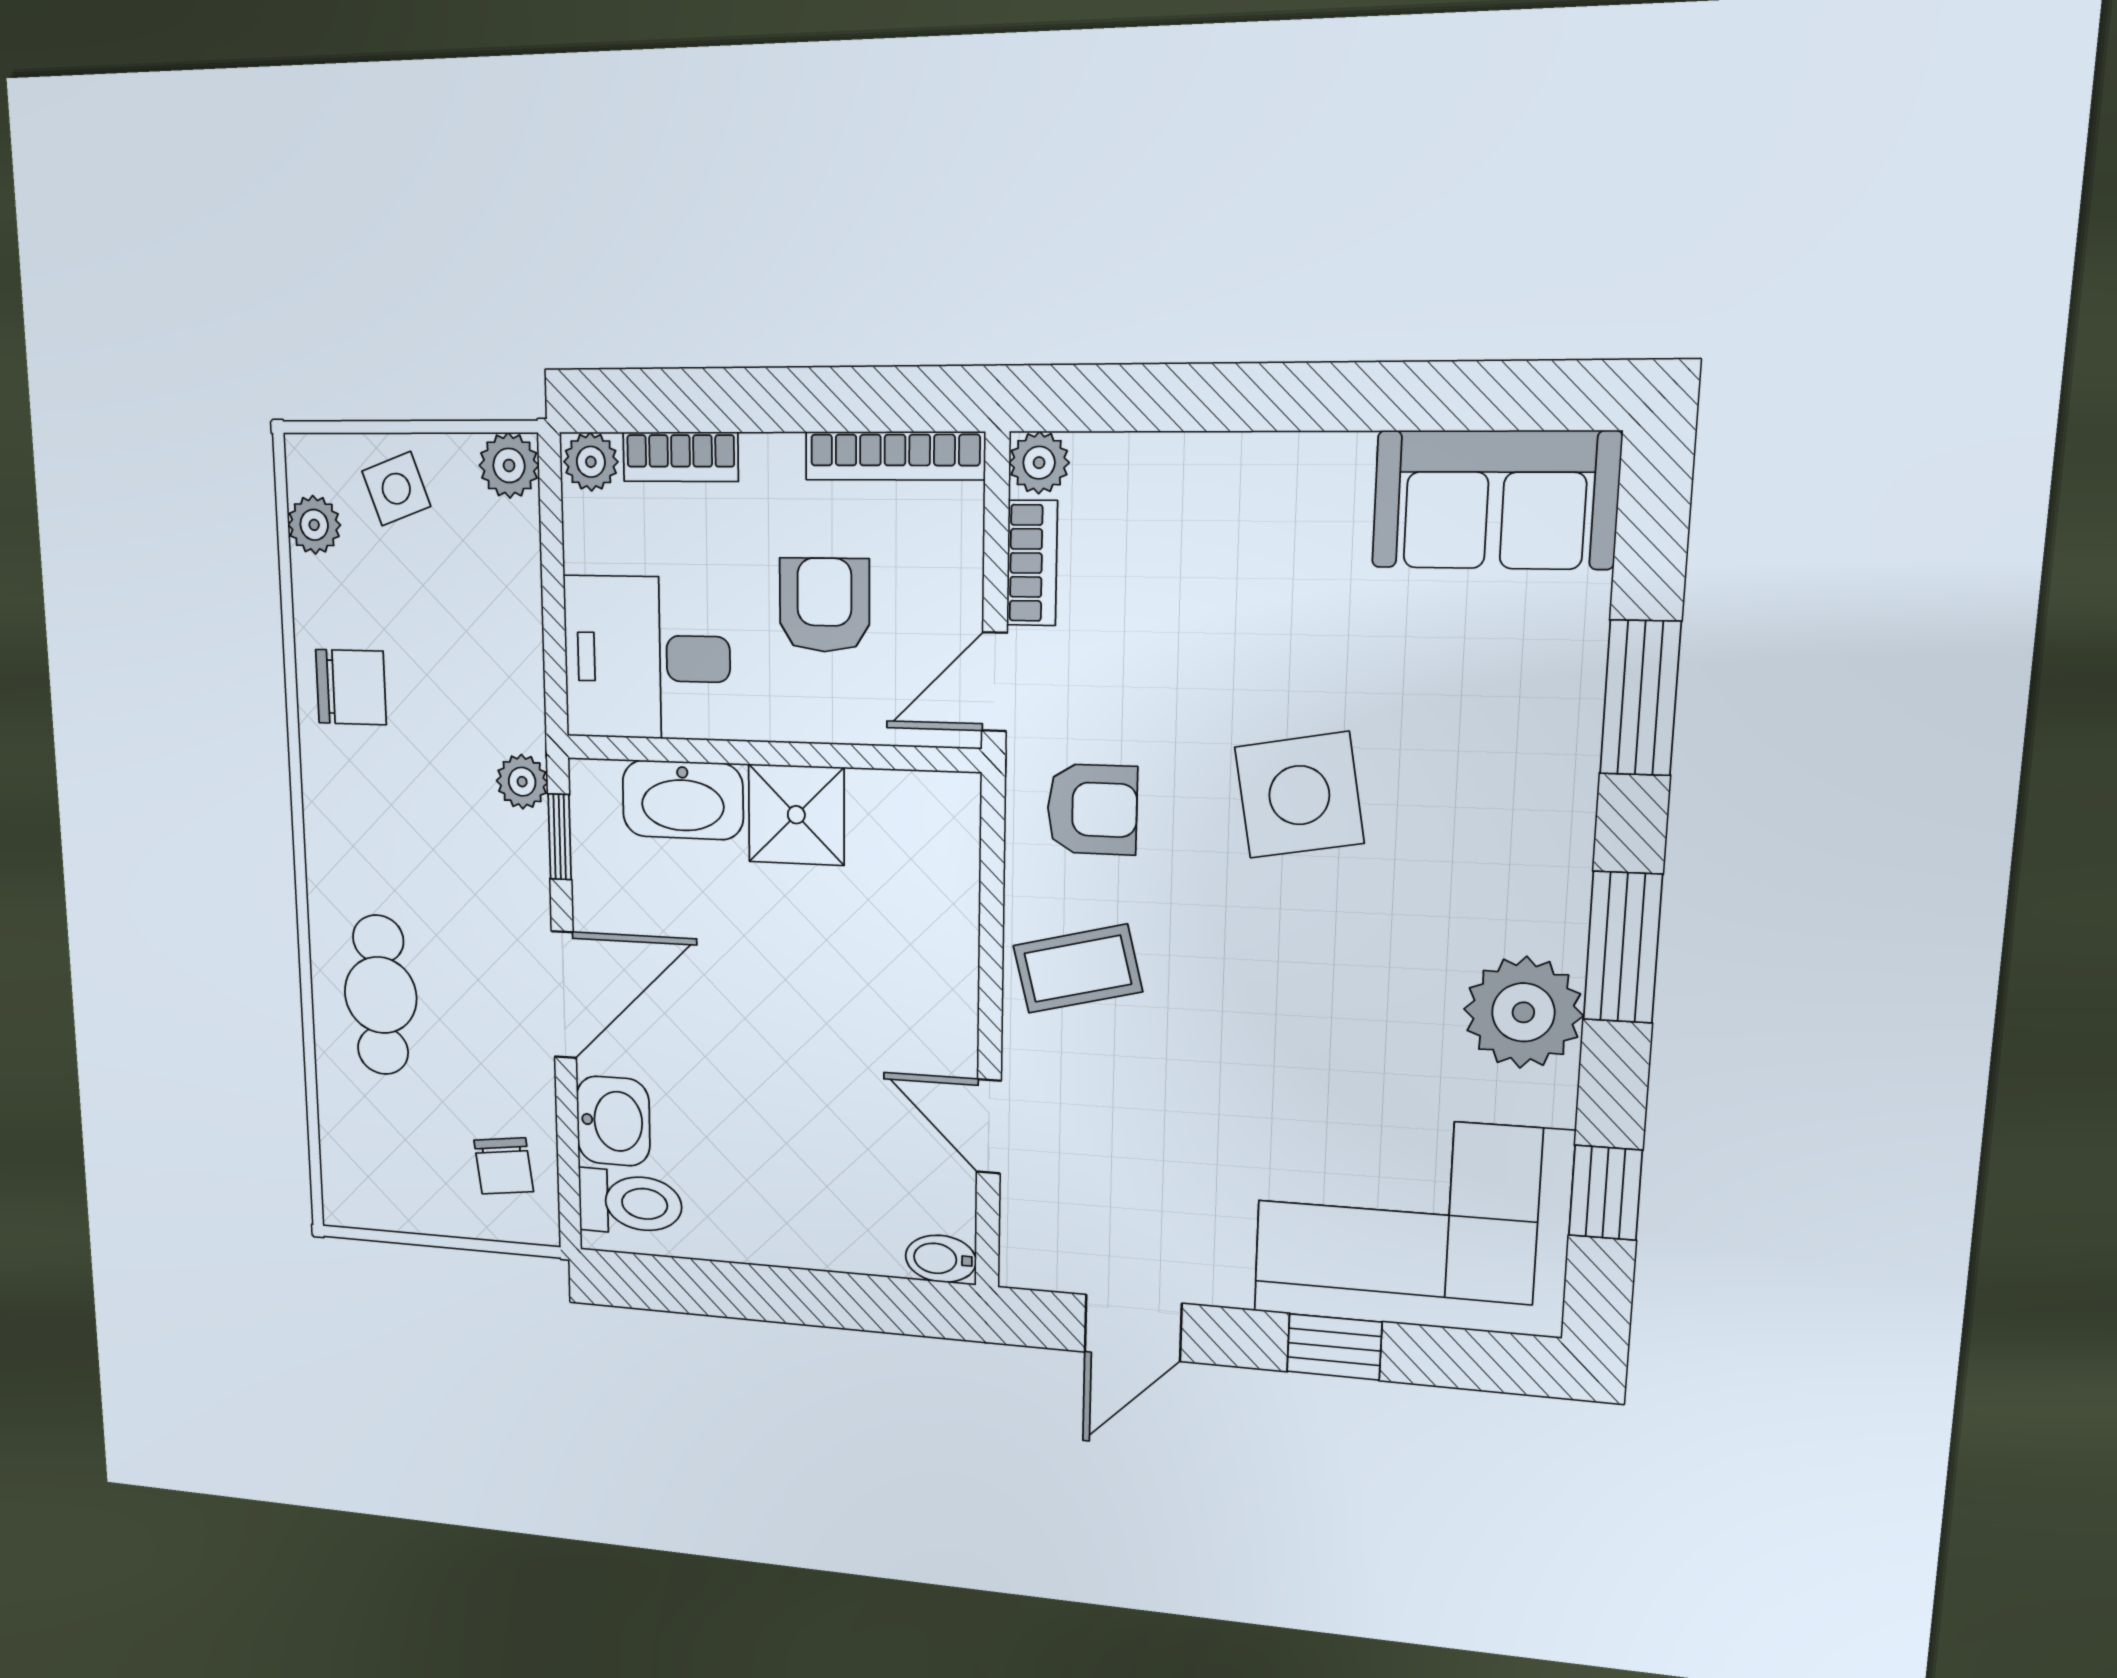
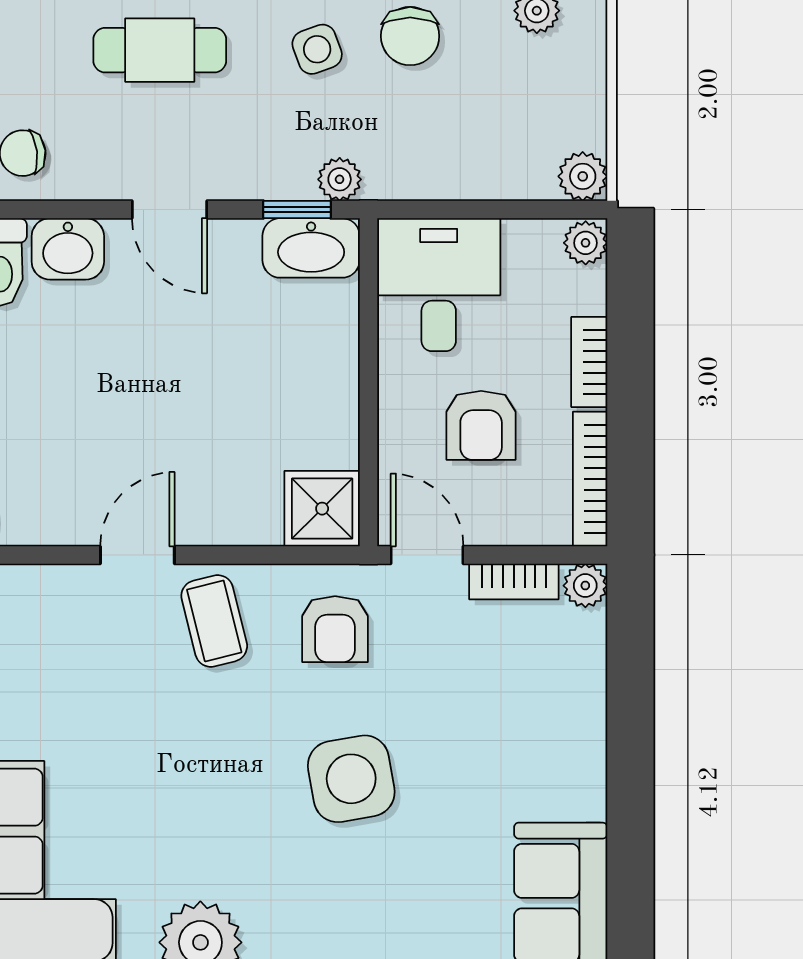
bookcase: (681, 457) -> (589, 362), moved
side table: (396, 489) -> (317, 49), moved
armchair: (824, 605) -> (481, 425), turned 90
washbasin: (683, 800) -> (311, 248), moved, turned -90
shower: (796, 815) -> (322, 509), moved
door: (564, 995) -> (169, 210), width x0.73
door: (989, 1126) -> (137, 555), moved

